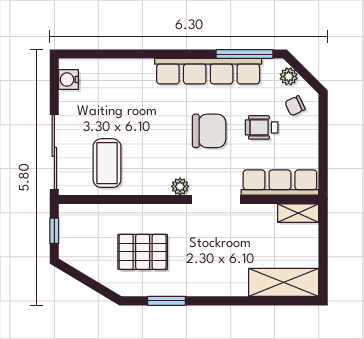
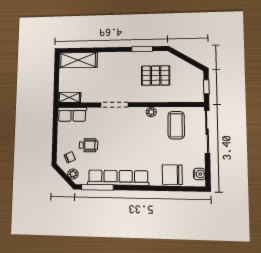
chair: (209, 131) -> (172, 175), moved
row of seats: (280, 183) -> (72, 114), width x0.68
plant: (180, 186) -> (151, 112), moved

